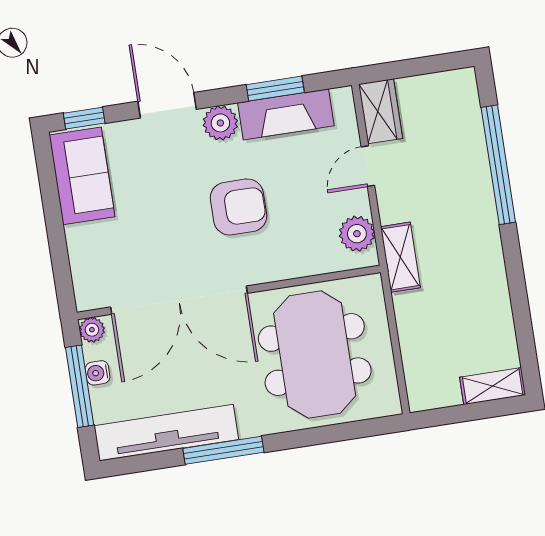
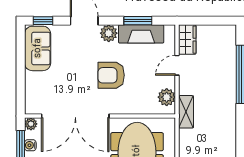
armchair: (238, 207) -> (111, 75), turned 180

